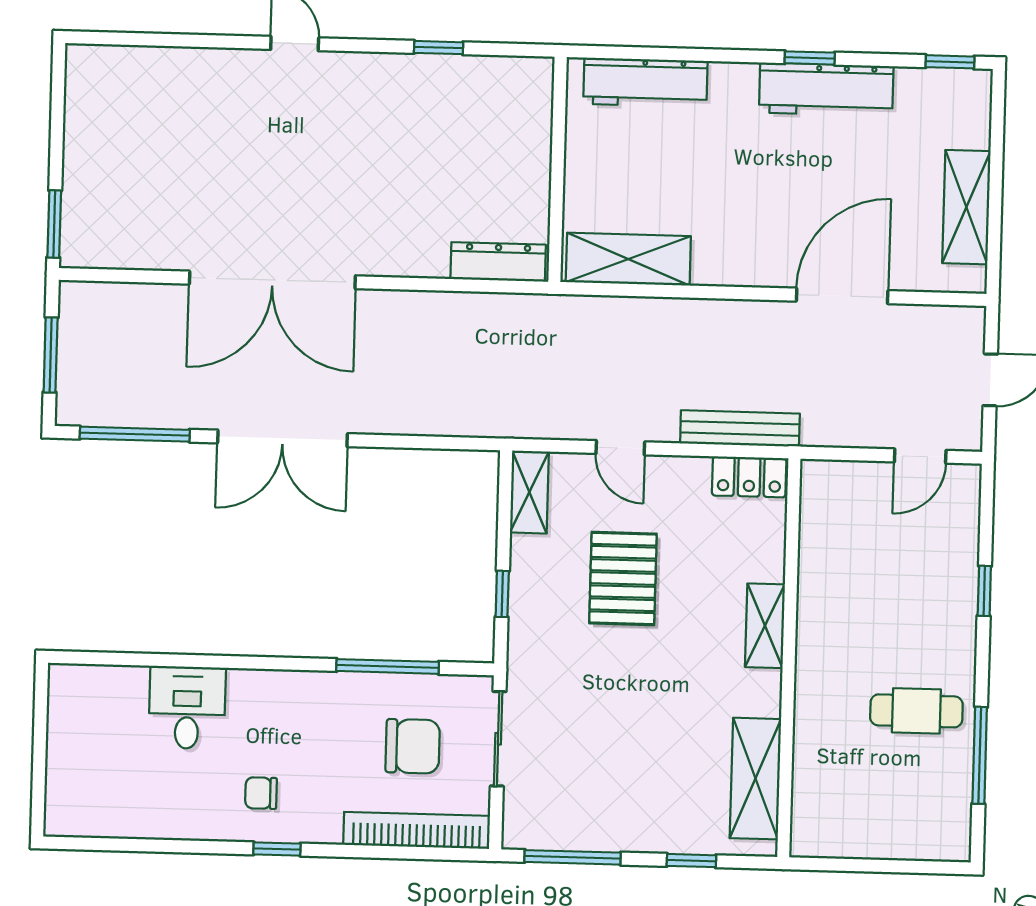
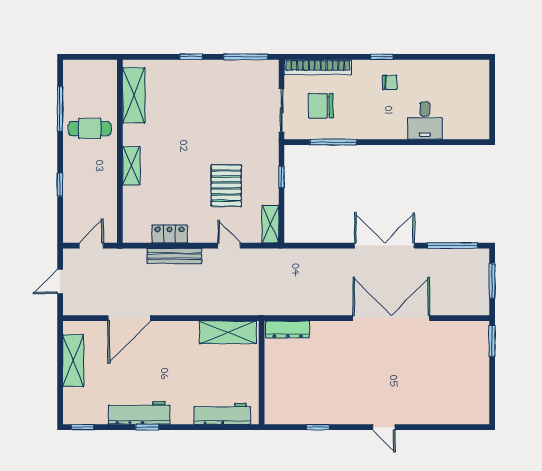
shelving: (765, 626) -> (131, 166), moved
wall: (789, 658) -> (120, 151), moved
shelving: (755, 779) -> (134, 95), moved

